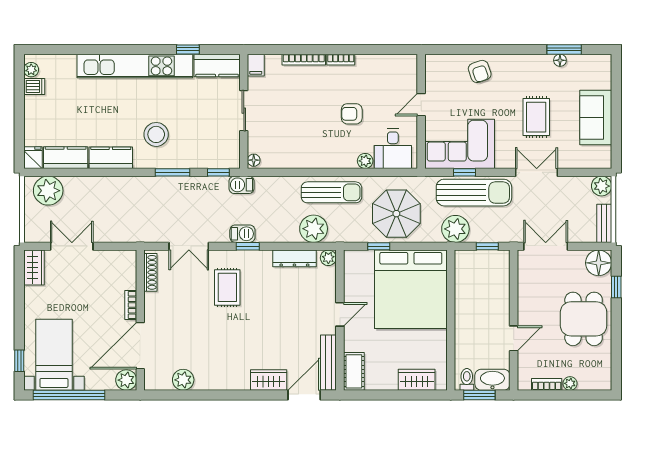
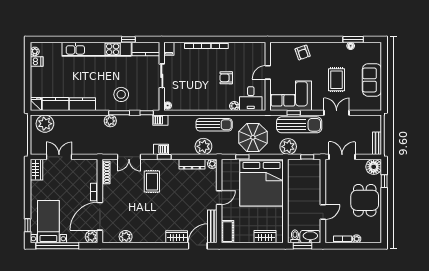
stool: (156, 134) -> (121, 94), moved
plant: (602, 186) -> (110, 121), moved

